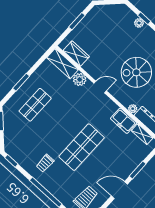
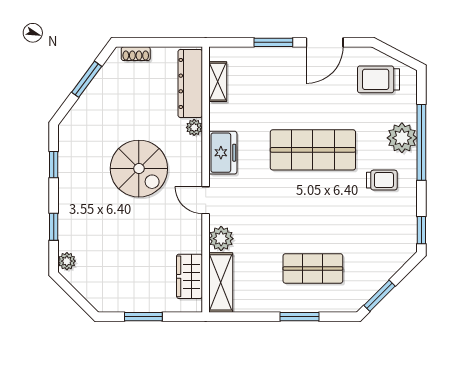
plant: (139, 23) -> (67, 261), moved
freezer: (124, 121) -> (223, 153), moved
plant: (54, 186) -> (402, 138), added
door: (119, 190) -> (325, 42), hinge flipped

